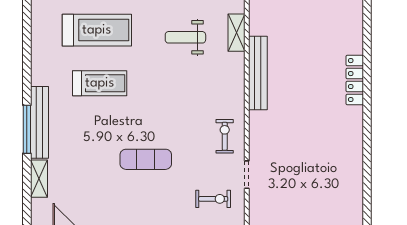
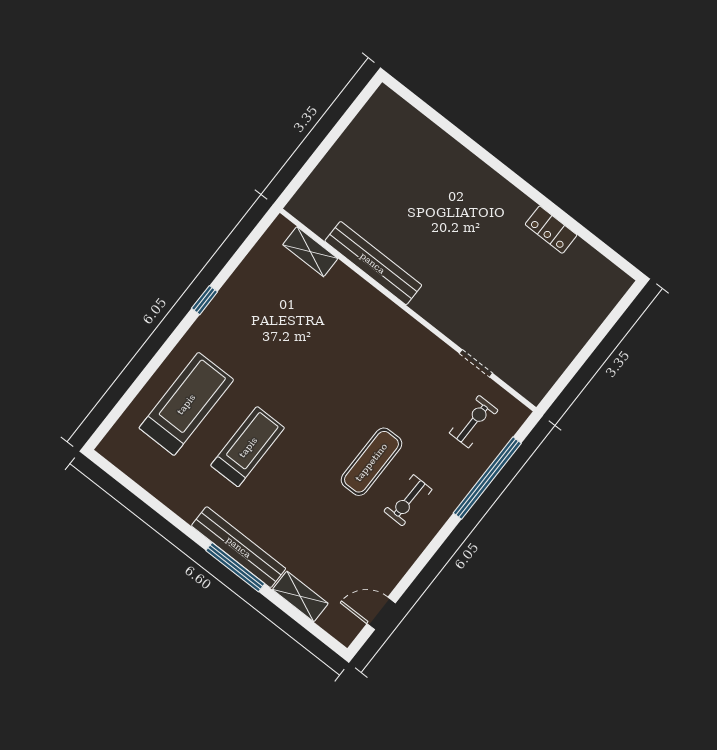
weight bench: (185, 37) -> (271, 312), removed
locker: (355, 80) -> (551, 230), moved, width x0.66
exercise bike: (225, 136) -> (408, 500), moved, turned -89

